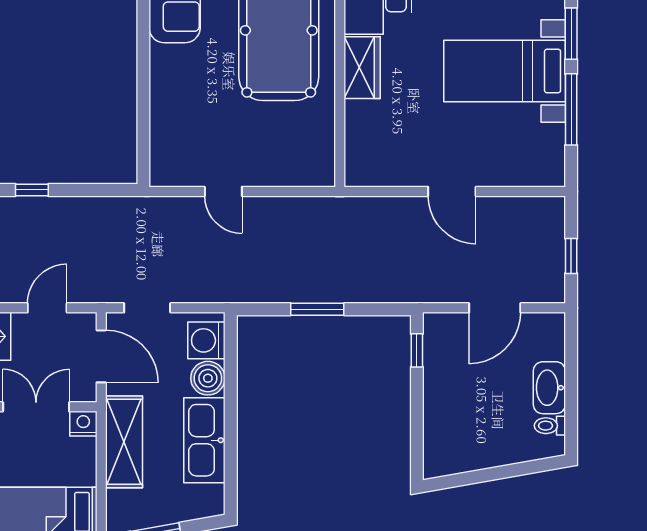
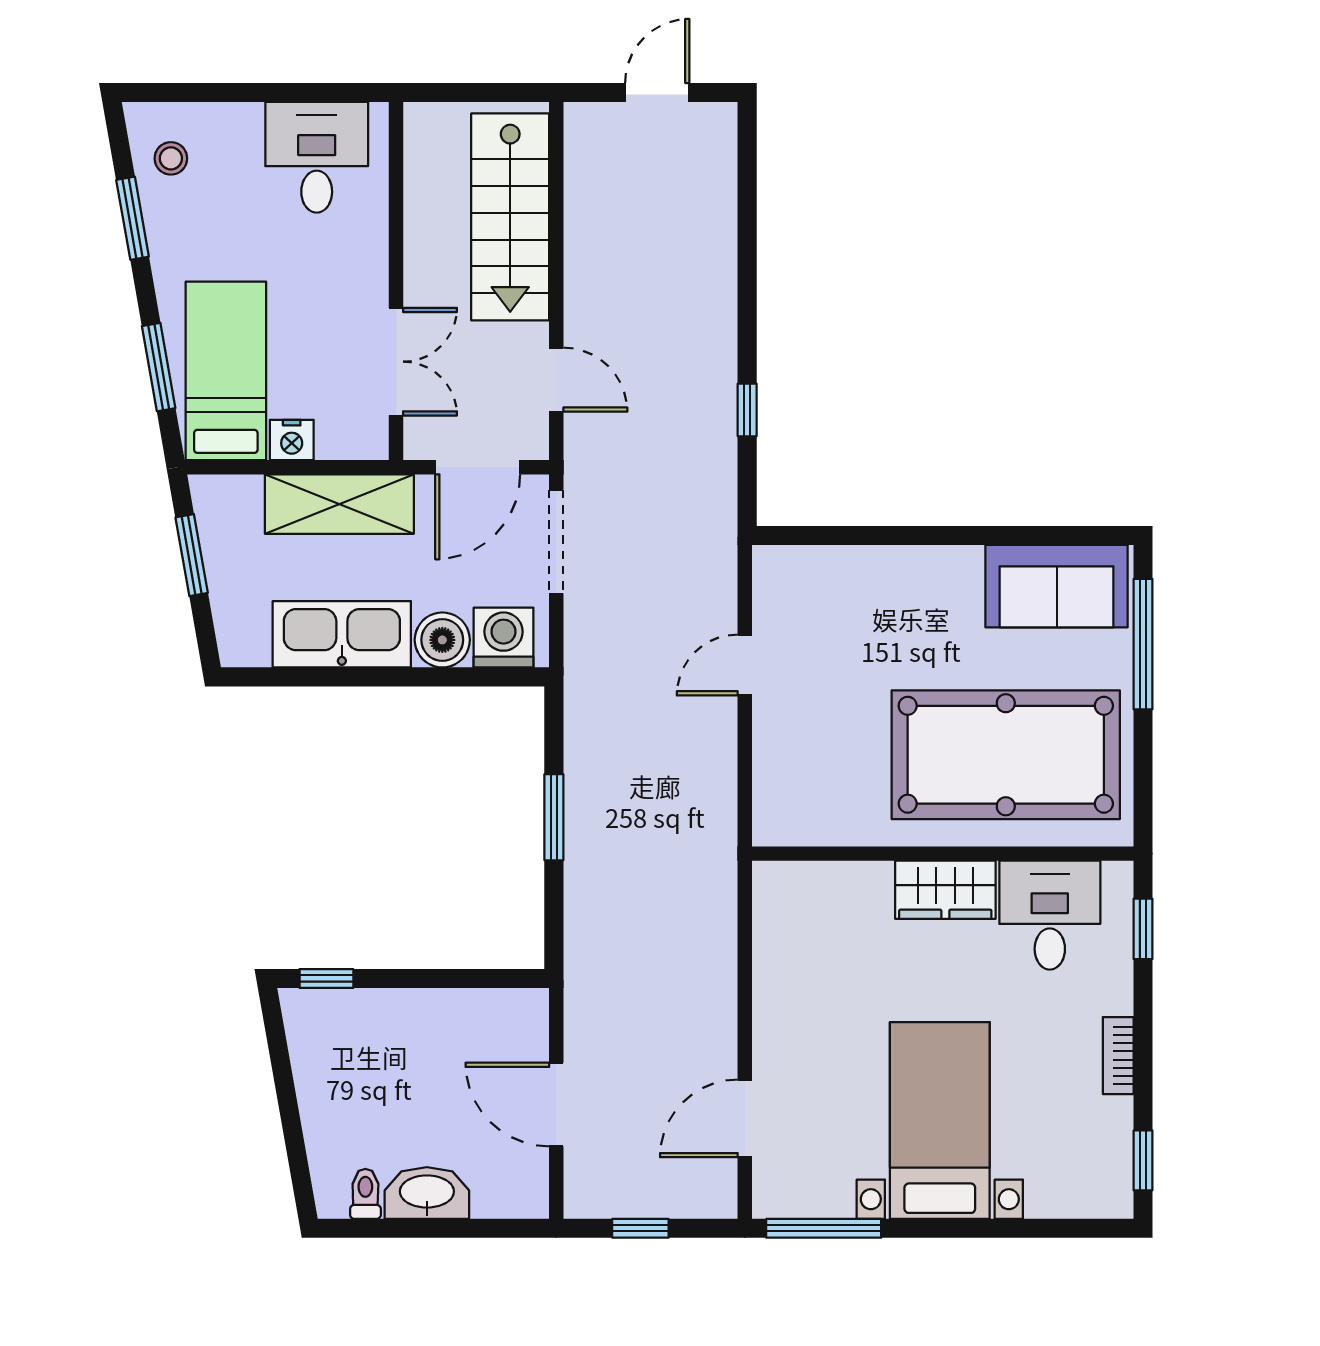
window: (571, 34) -> (1000, 1228), removed
window: (571, 109) -> (824, 1228), moved
window: (32, 190) -> (747, 410), moved
door: (452, 191) -> (745, 1118), moved
doorway: (147, 308) -> (556, 542), width x1.38
window: (417, 350) -> (326, 979), moved
nightstand: (83, 424) -> (292, 440), moved, turned 90

